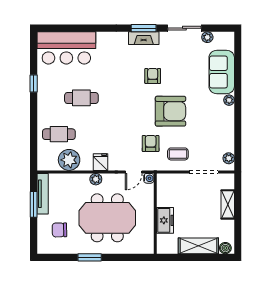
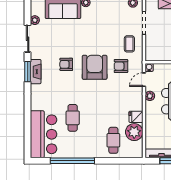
window: (34, 83) -> (72, 161), width x3.17
cafe table: (81, 98) -> (73, 118), moved
armchair: (170, 111) -> (95, 67), moved
fridge: (100, 162) -> (136, 117), moved
door: (134, 172) -> (144, 80), swing flipped
plant: (96, 179) -> (150, 96), moved

